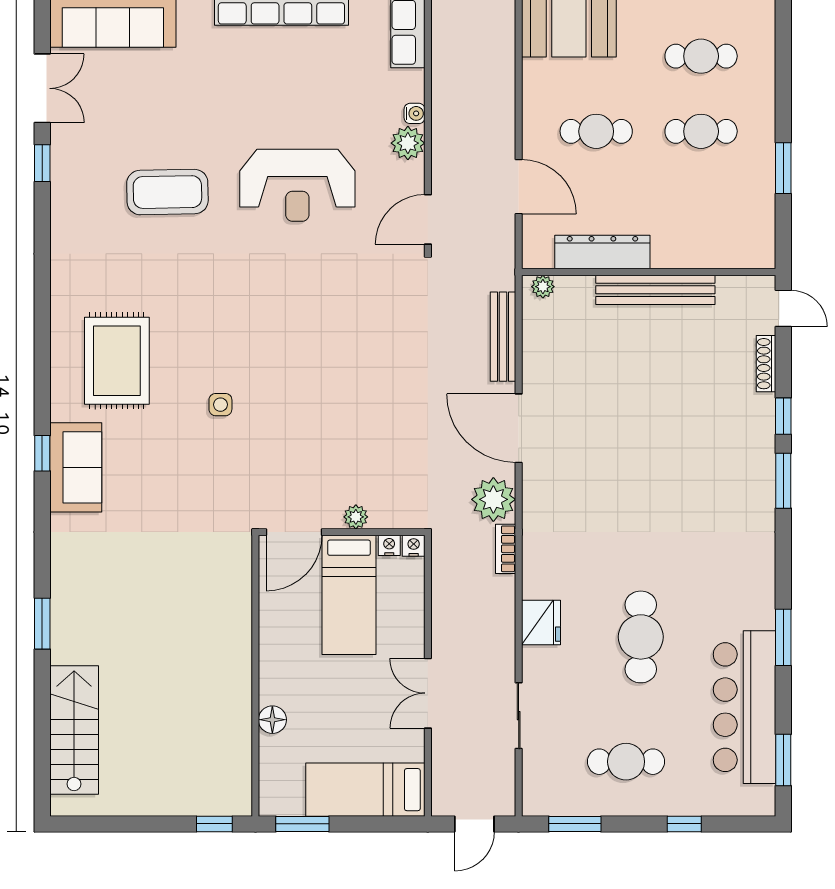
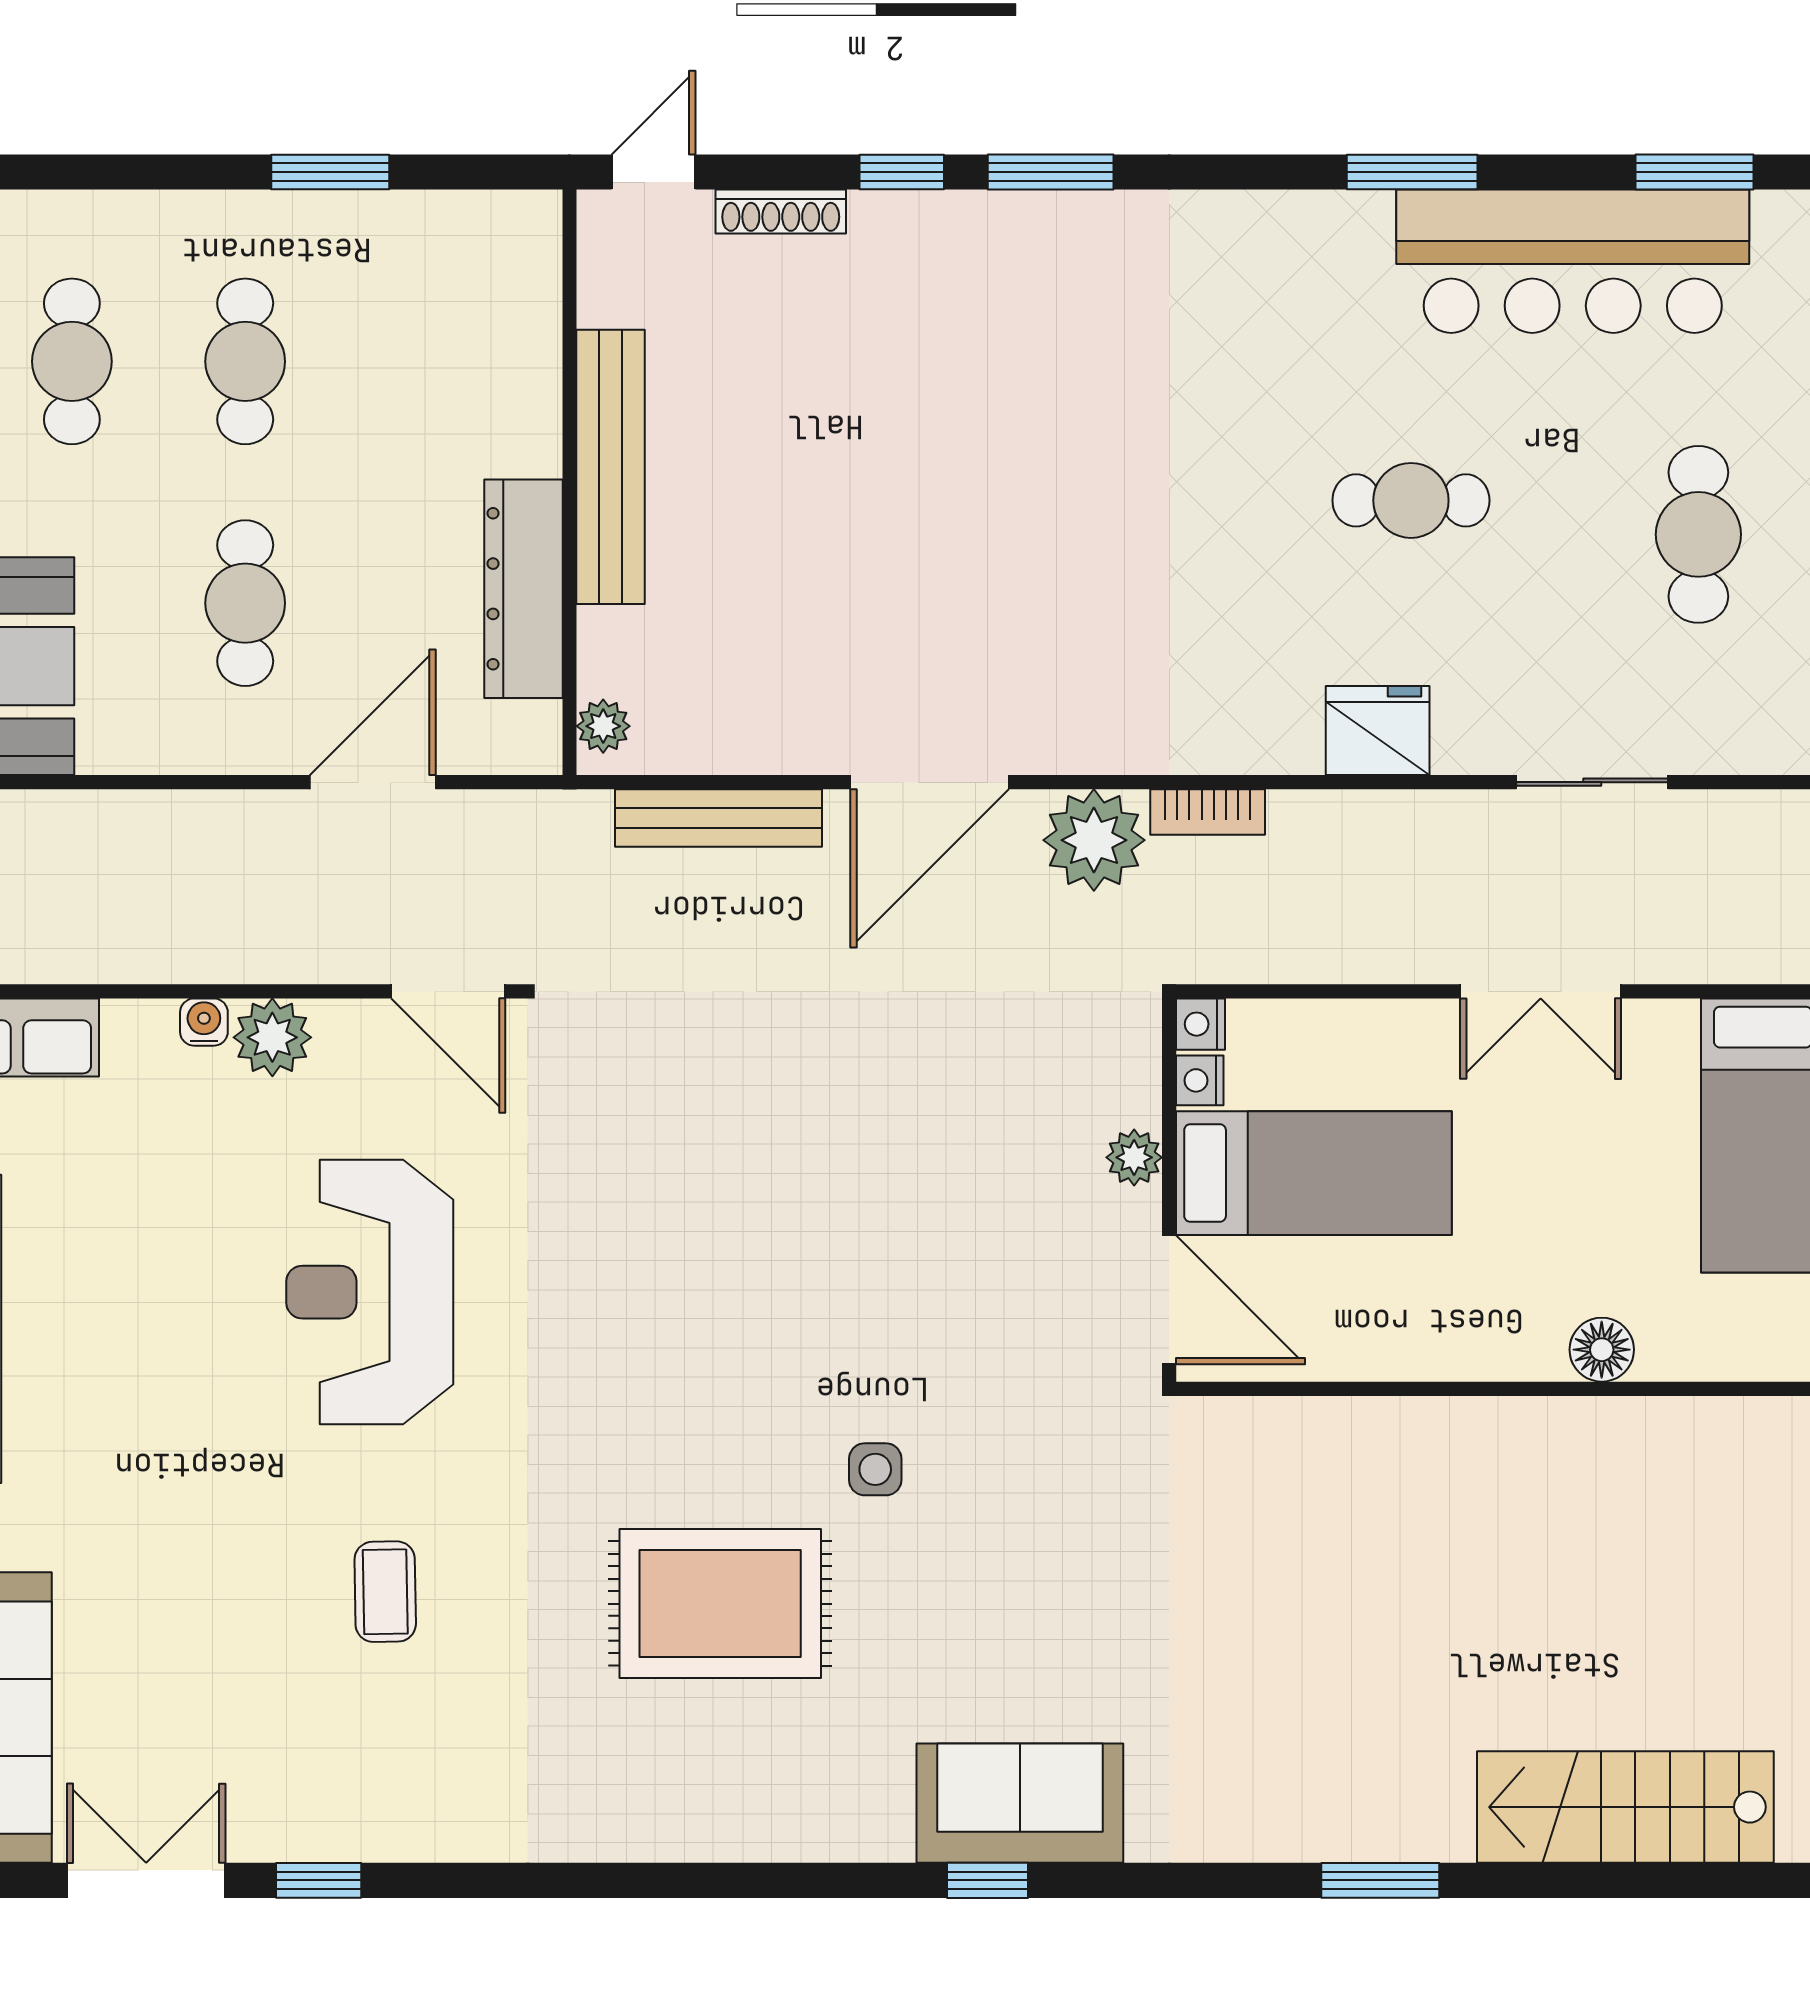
reception desk: (297, 185) -> (370, 1292), turned 180
coffee table: (167, 192) -> (385, 1592), width x0.54, depth x0.58
rug: (117, 361) -> (720, 1604), moved
cafe table: (641, 637) -> (1411, 500), width x0.73, depth x0.74

